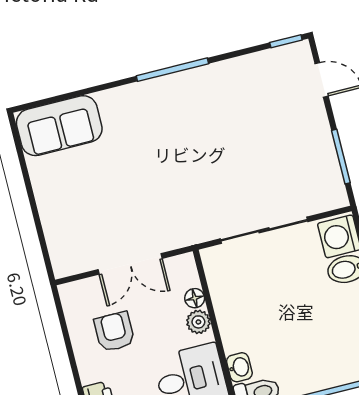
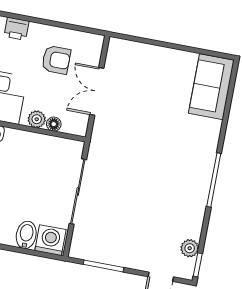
plant: (270, 61) -> (190, 248), added

